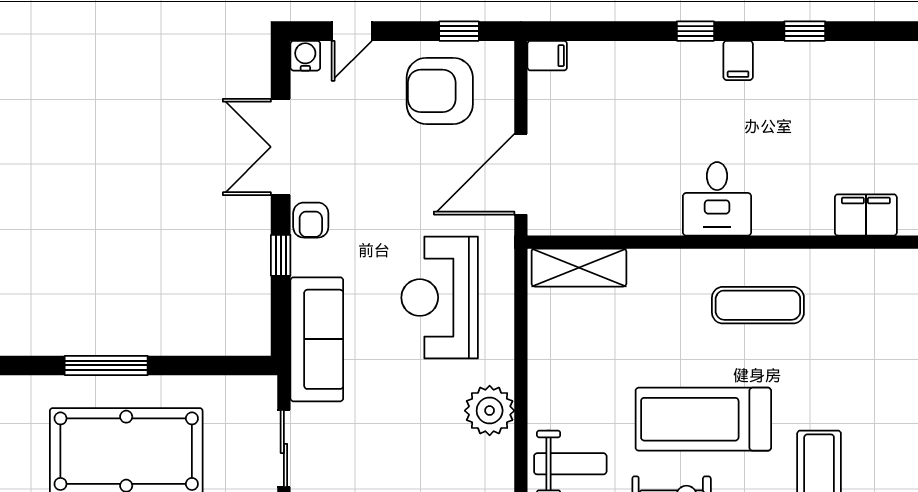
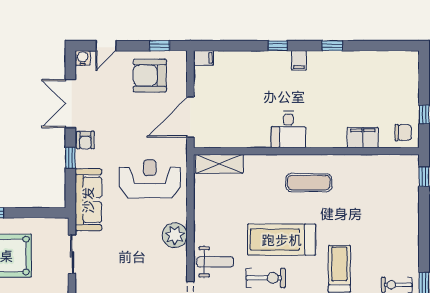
reception desk: (440, 298) -> (150, 179), turned 90

